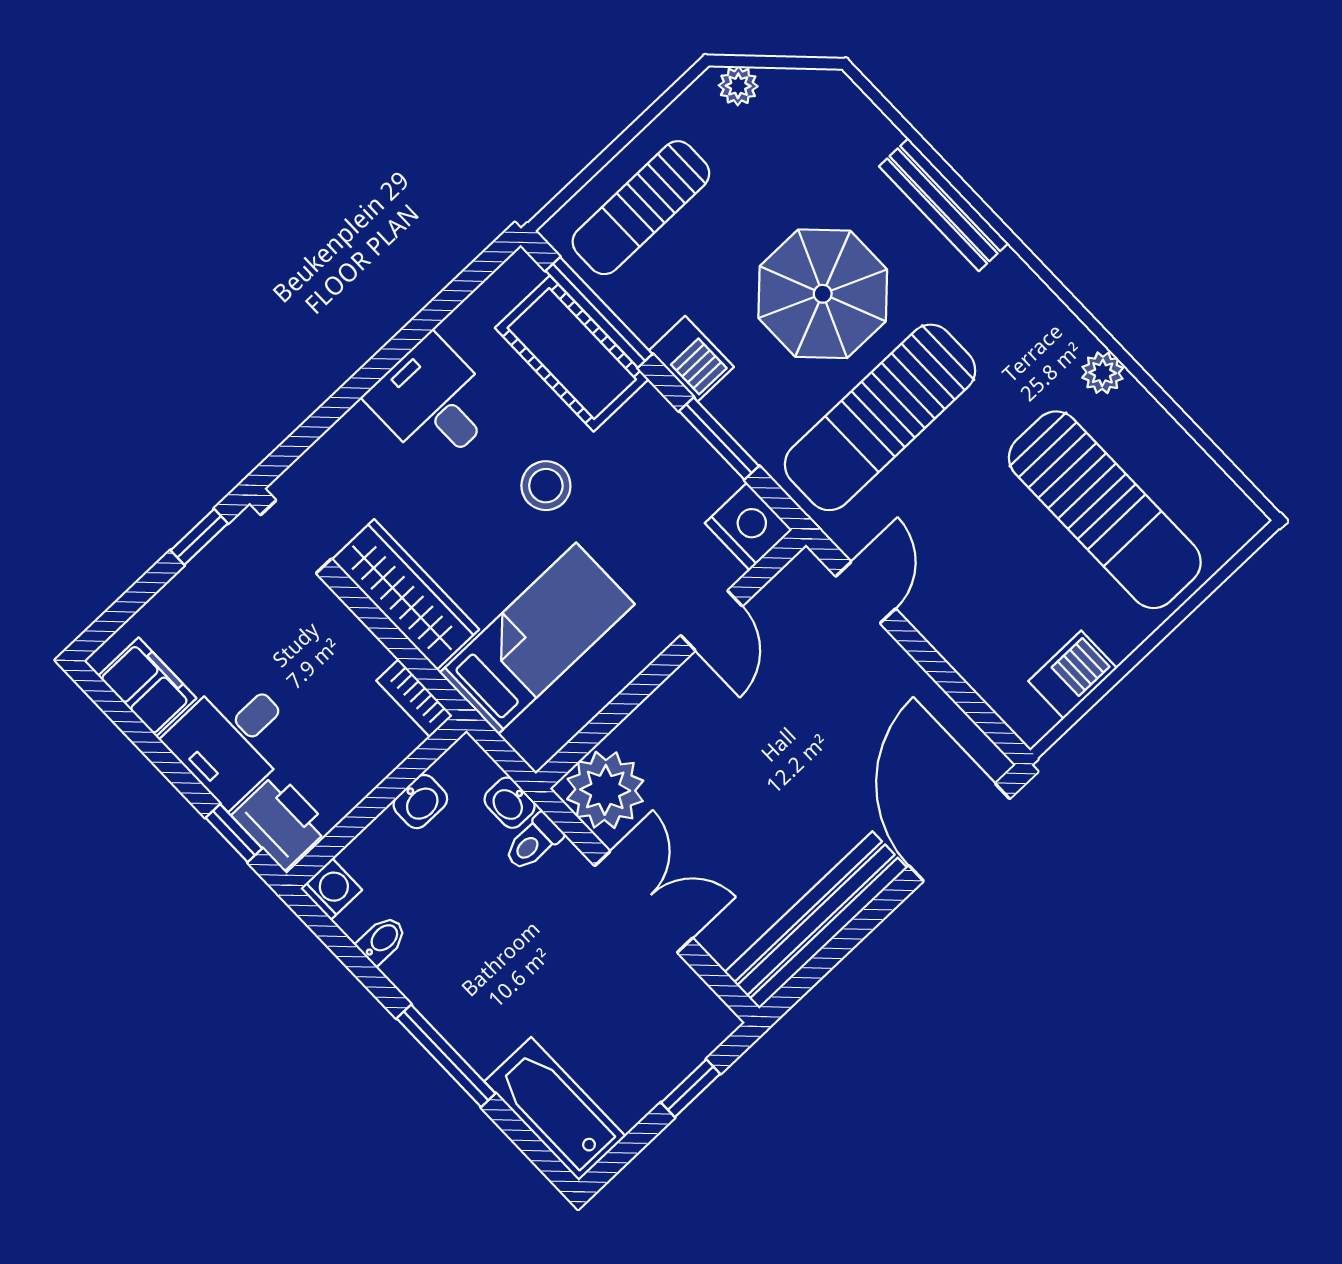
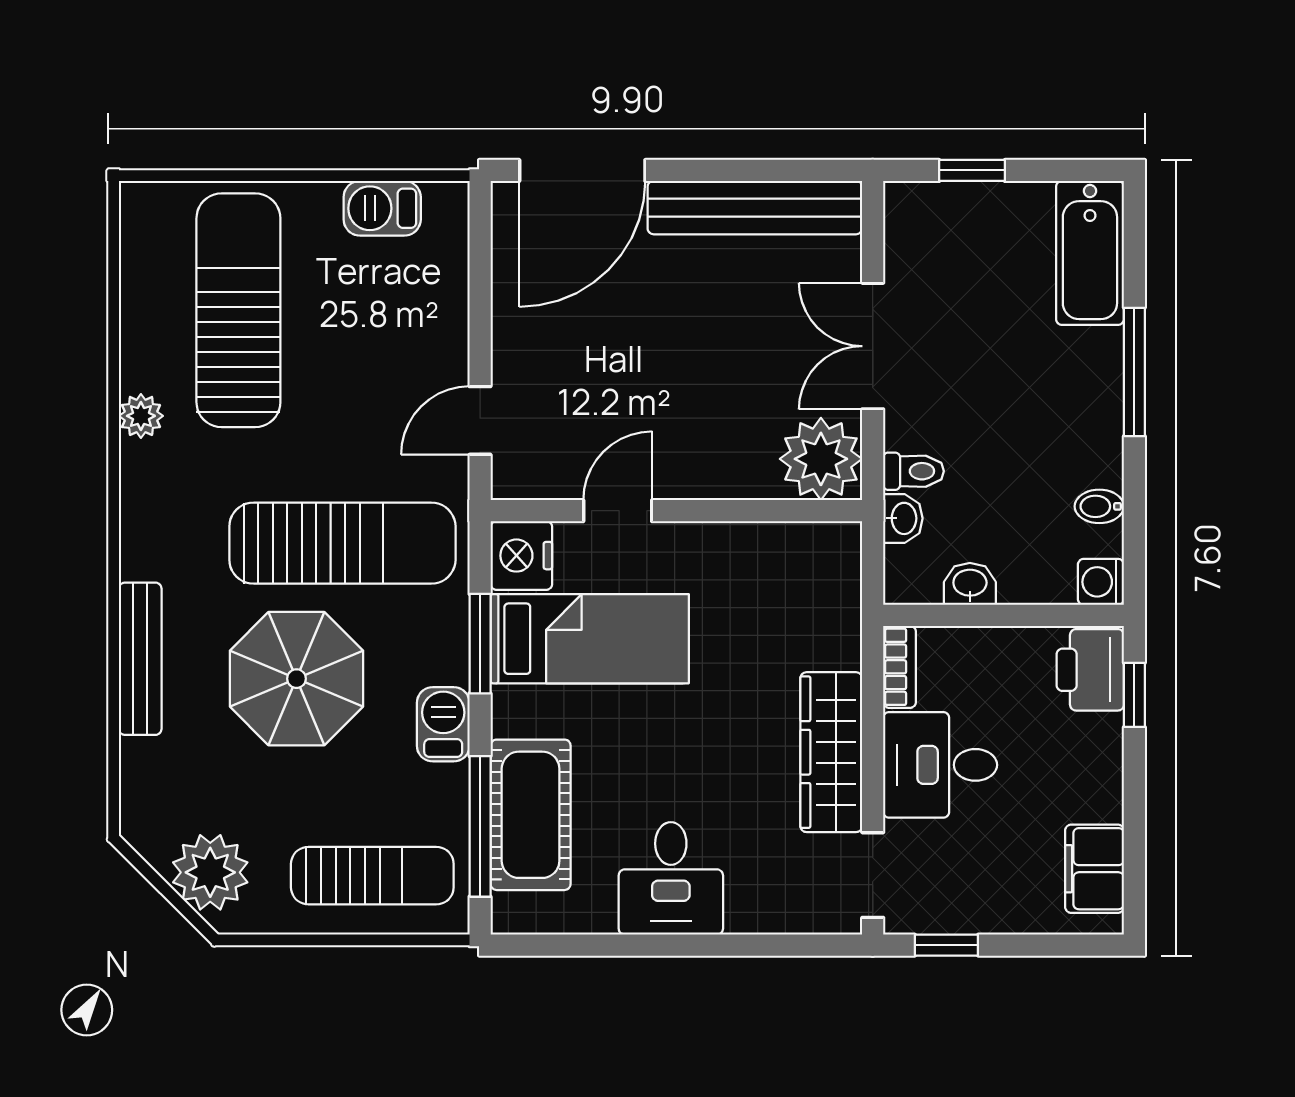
plant: (738, 86) -> (210, 872), width x1.88, depth x1.88
stool: (546, 486) -> (646, 733), removed
bed: (537, 638) -> (590, 639), moved, turned 180
desk: (233, 739) -> (940, 765), moved, turned 180

